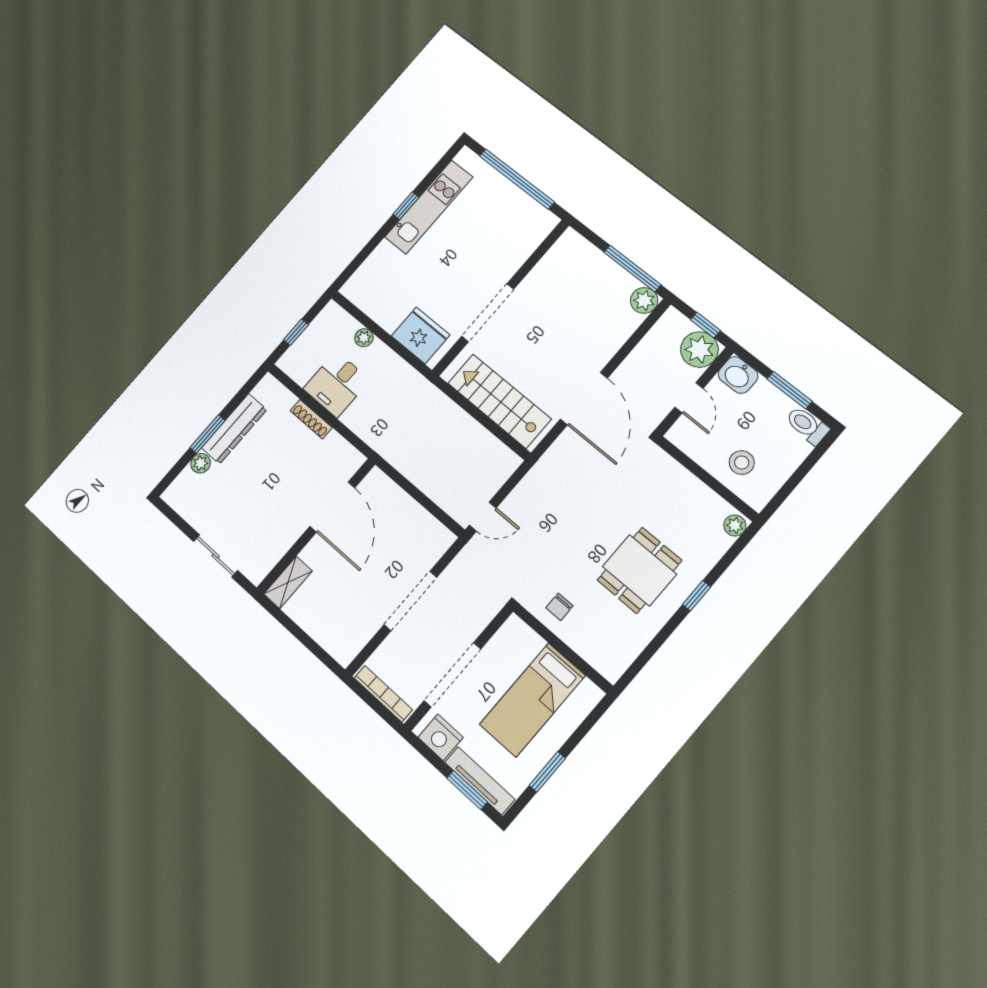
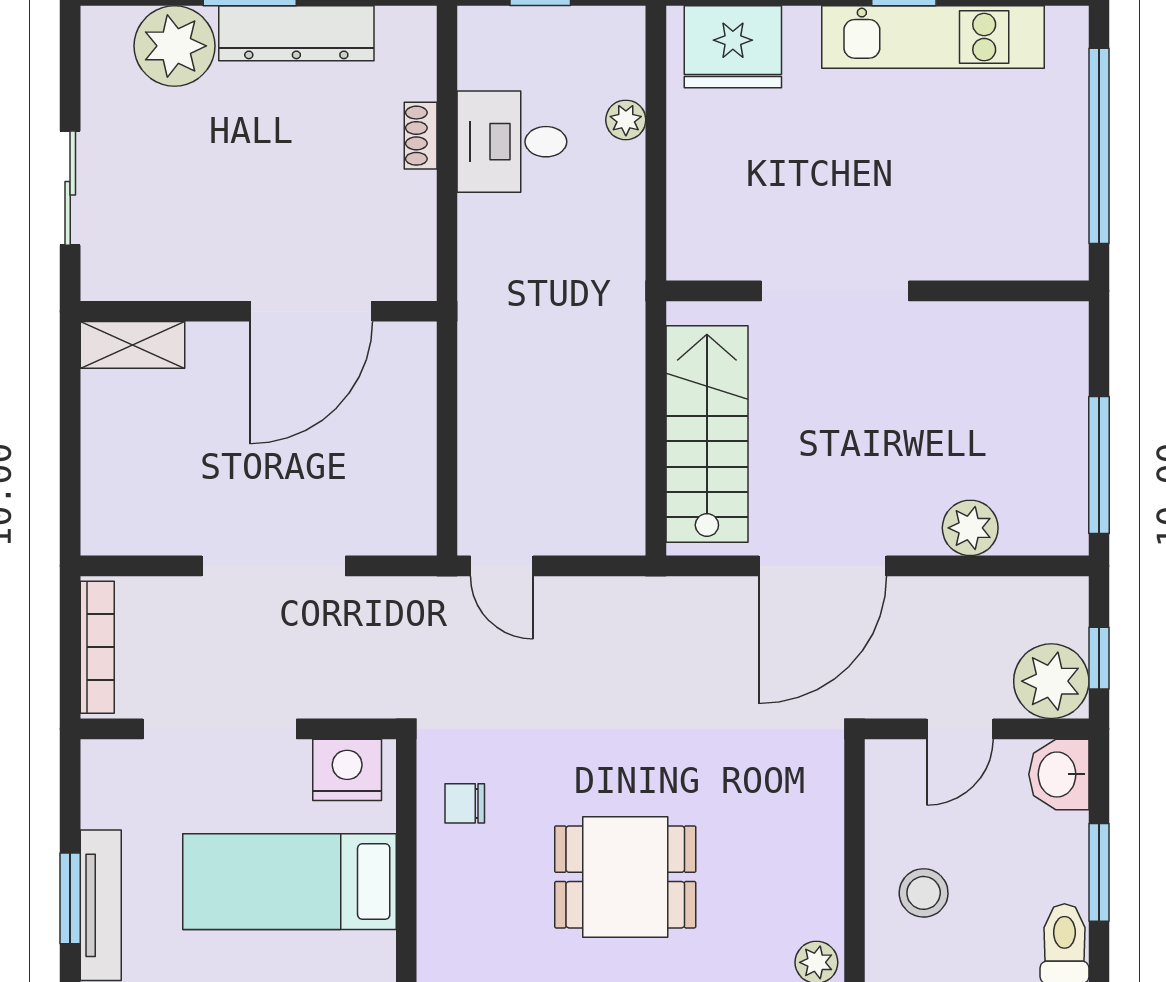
plant: (644, 300) -> (970, 528), moved
fridge: (421, 335) -> (733, 47), moved, turned 90
shoe rack: (311, 419) -> (421, 136), width x0.70
plant: (201, 463) -> (174, 46), width x1.87, depth x1.87
nightstand: (441, 737) -> (347, 770), moved, turned 90

